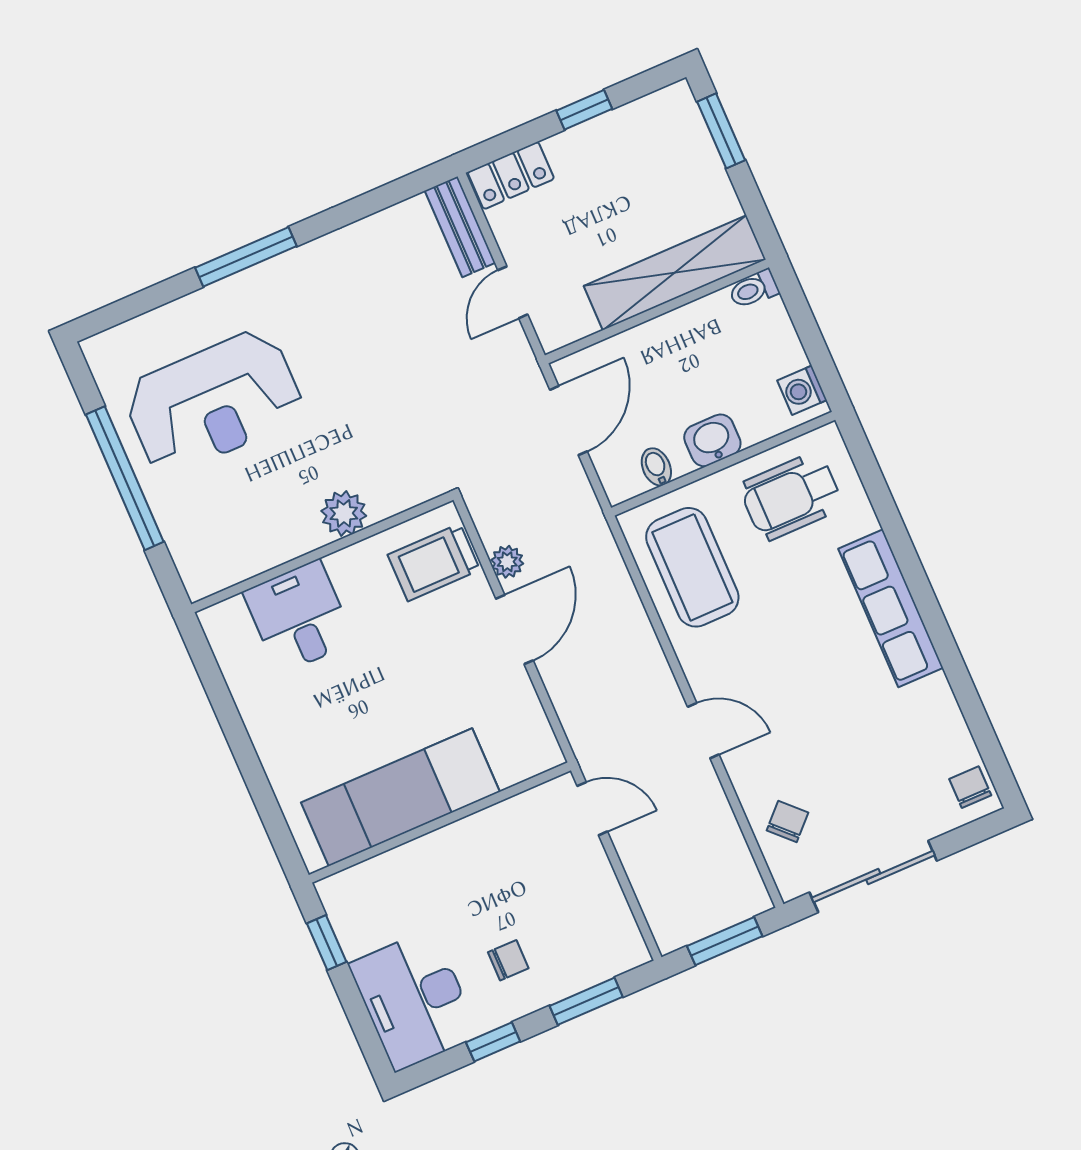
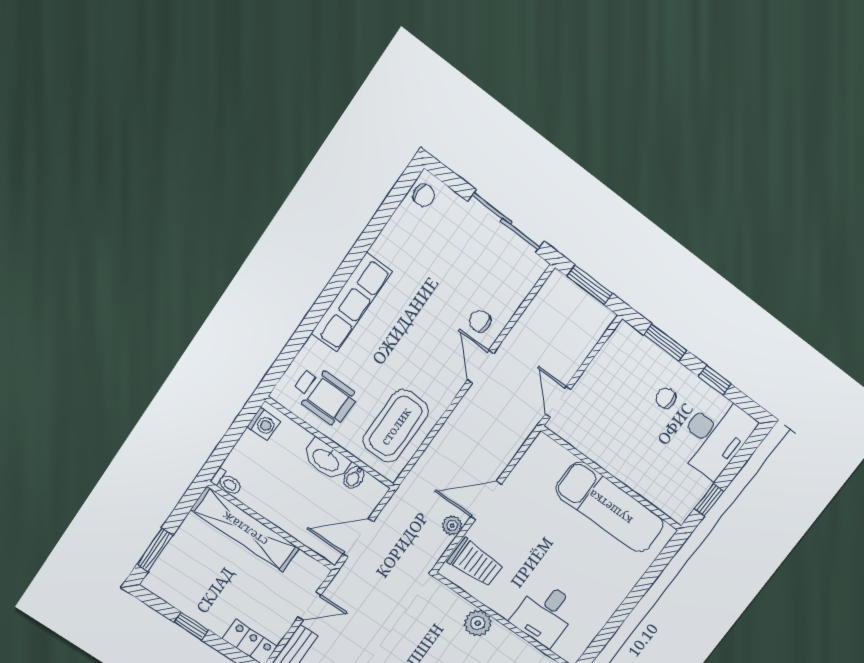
washbasin: (712, 440) -> (326, 460), width x1.38
chair: (970, 787) -> (424, 195), turned -90
chair: (787, 821) -> (480, 321), moved, turned 45

